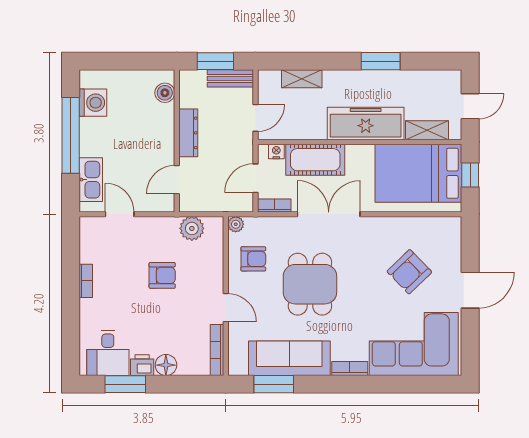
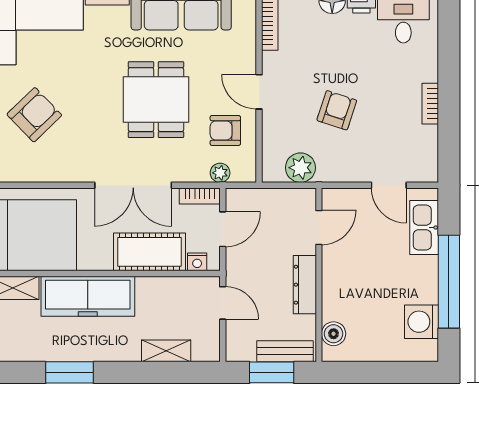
bench: (230, 78) -> (285, 351), moved
door: (255, 118) -> (223, 303), swing flipped
plant: (236, 224) -> (220, 173), moved
armchair: (162, 275) -> (337, 110), turned 108
door: (226, 308) -> (259, 92), moved

